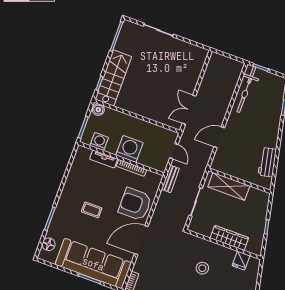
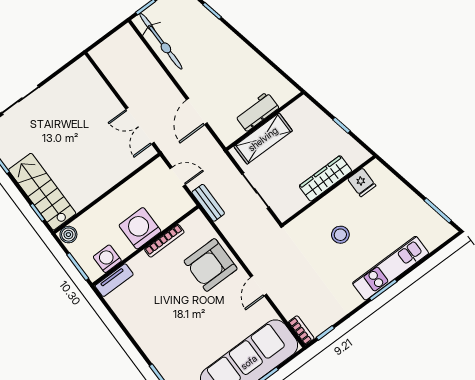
tv unit: (104, 159) -> (114, 280), moved
workbench: (267, 162) -> (257, 112), moved, turned 102
coffee table: (92, 210) -> (183, 322), removed
door: (141, 240) -> (259, 286), width x0.53

